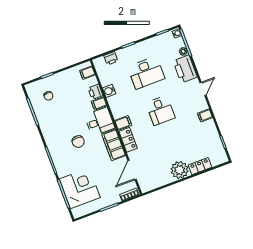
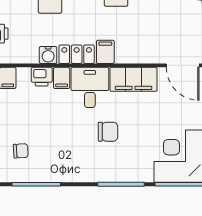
locker: (128, 140) -> (77, 54), moved

